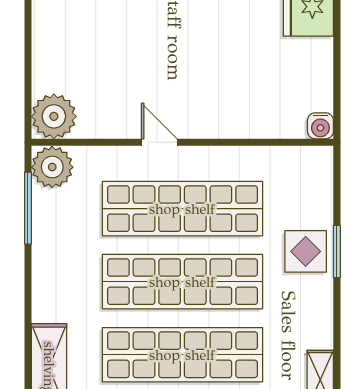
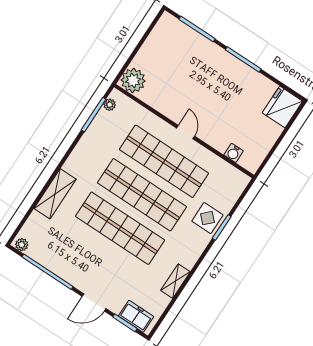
water cooler: (320, 126) -> (234, 153), moved
door: (159, 142) -> (186, 132), moved
plant: (52, 167) -> (110, 105), width x0.53, depth x0.53

